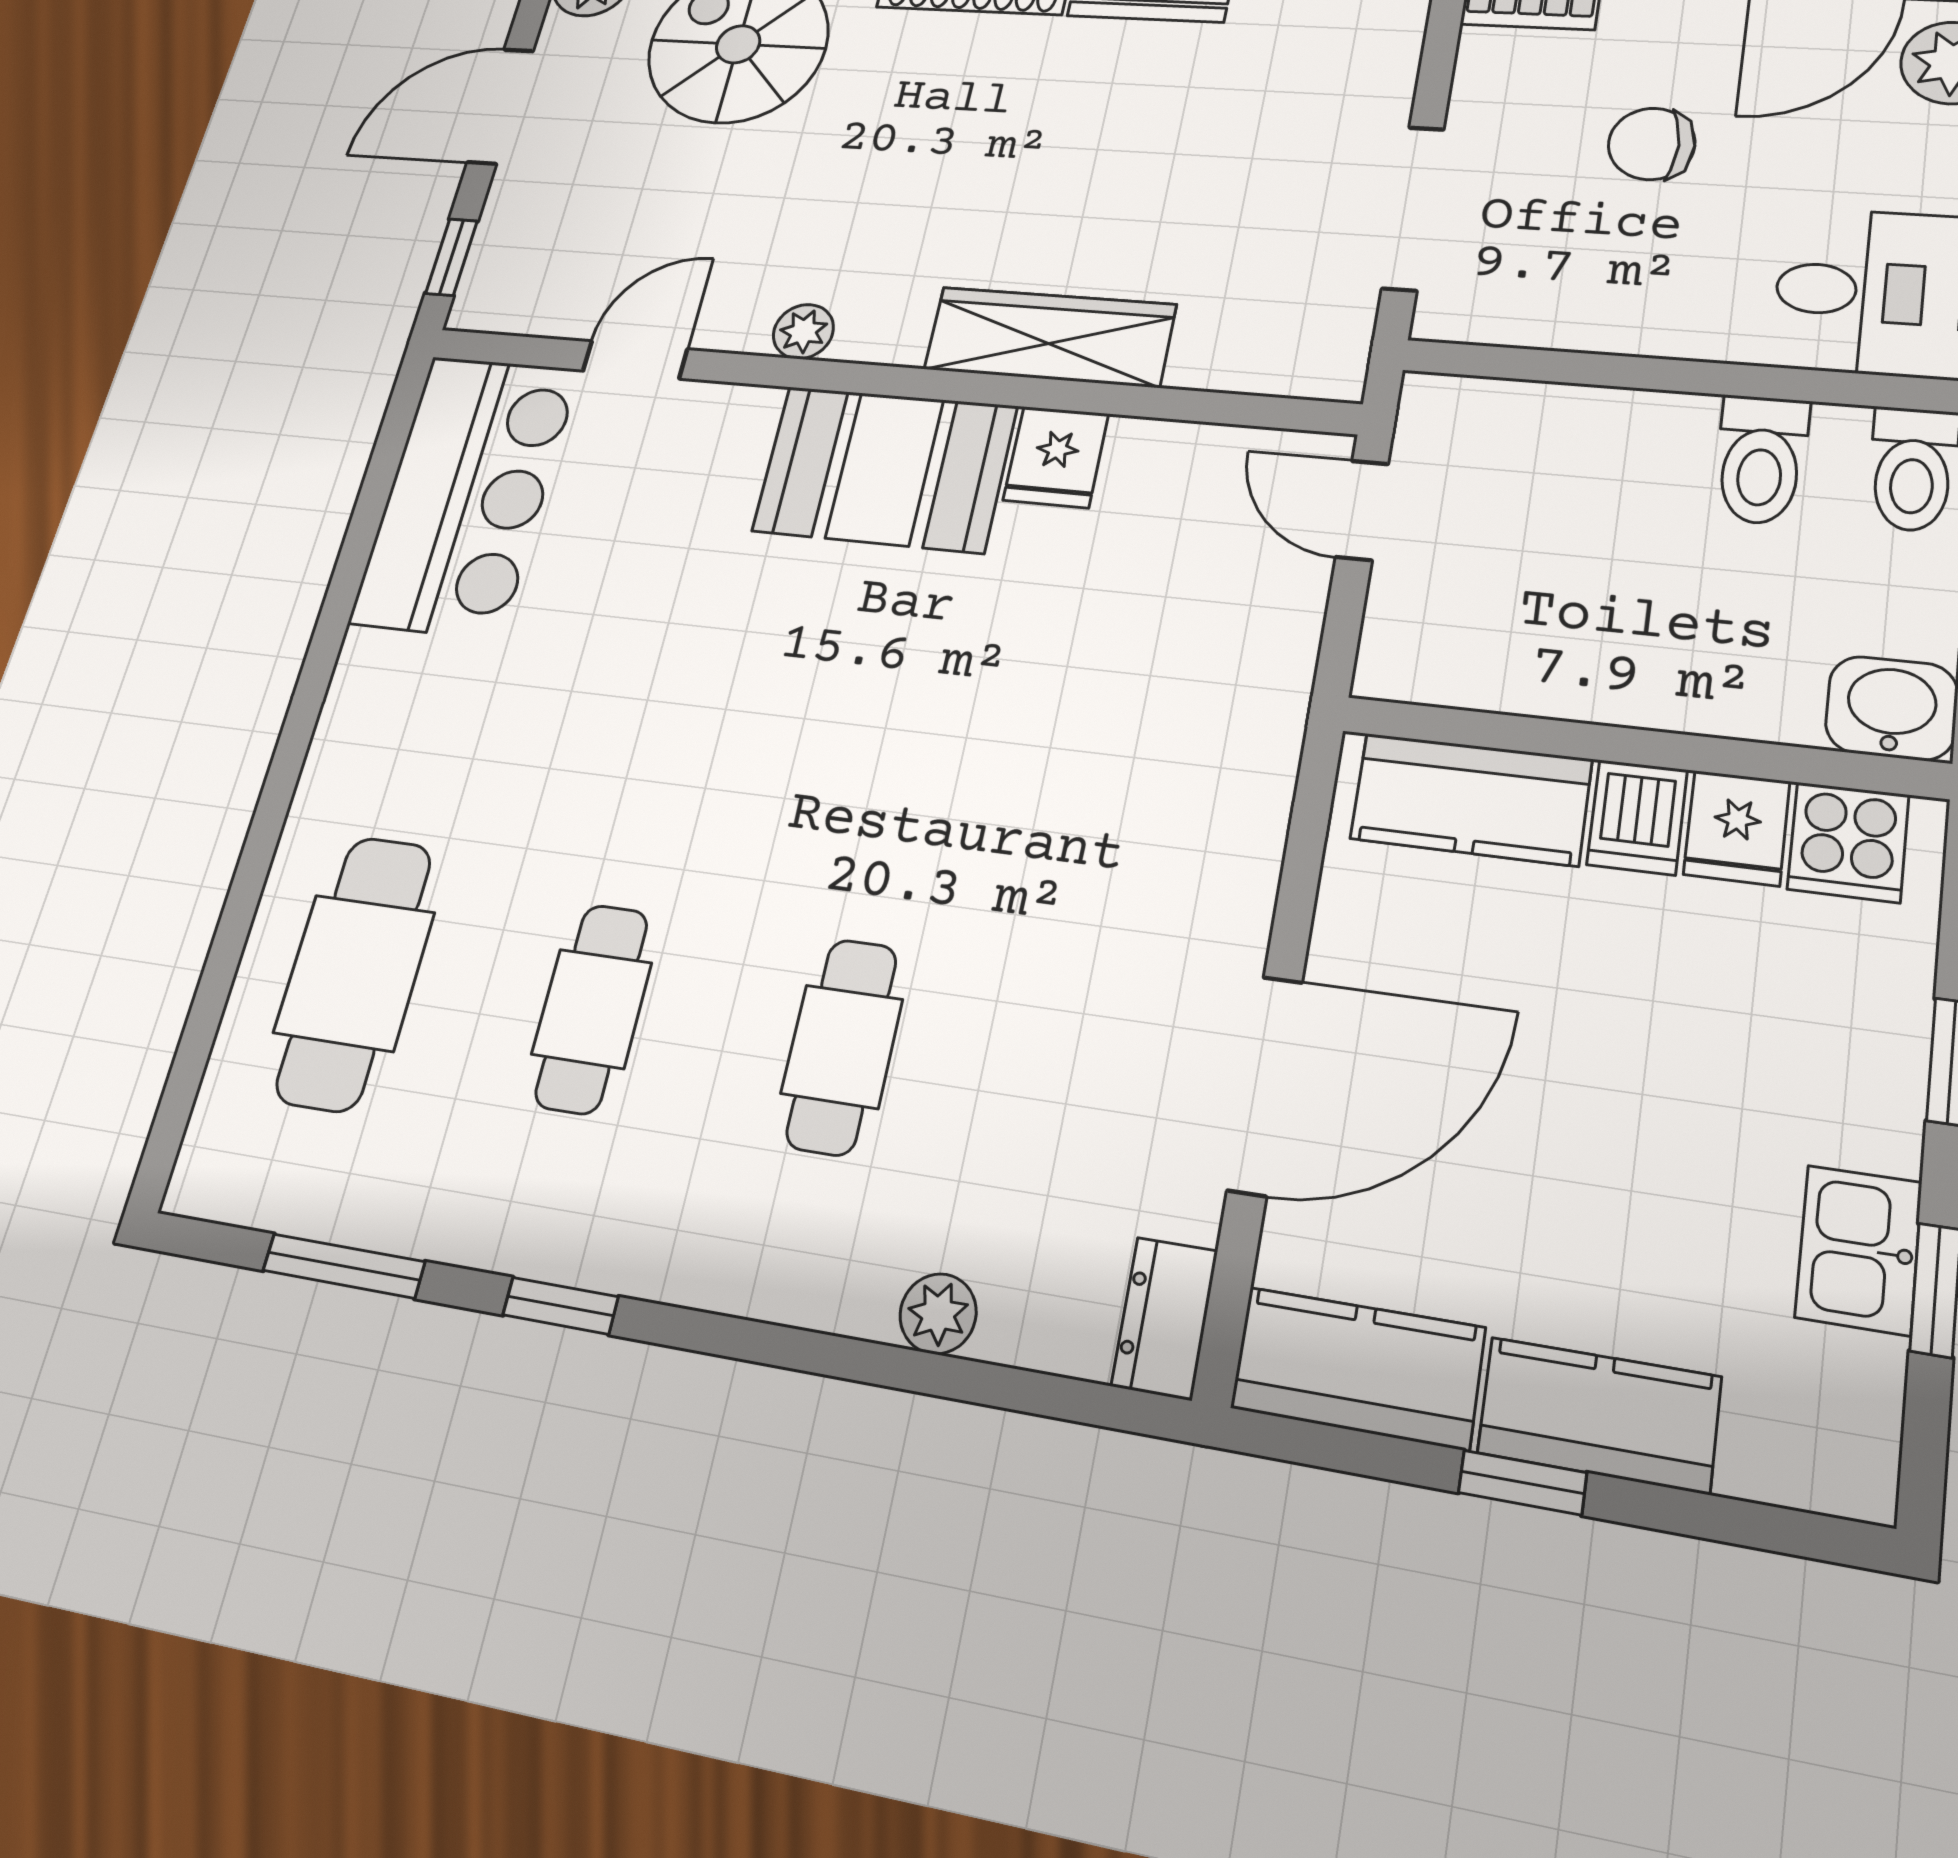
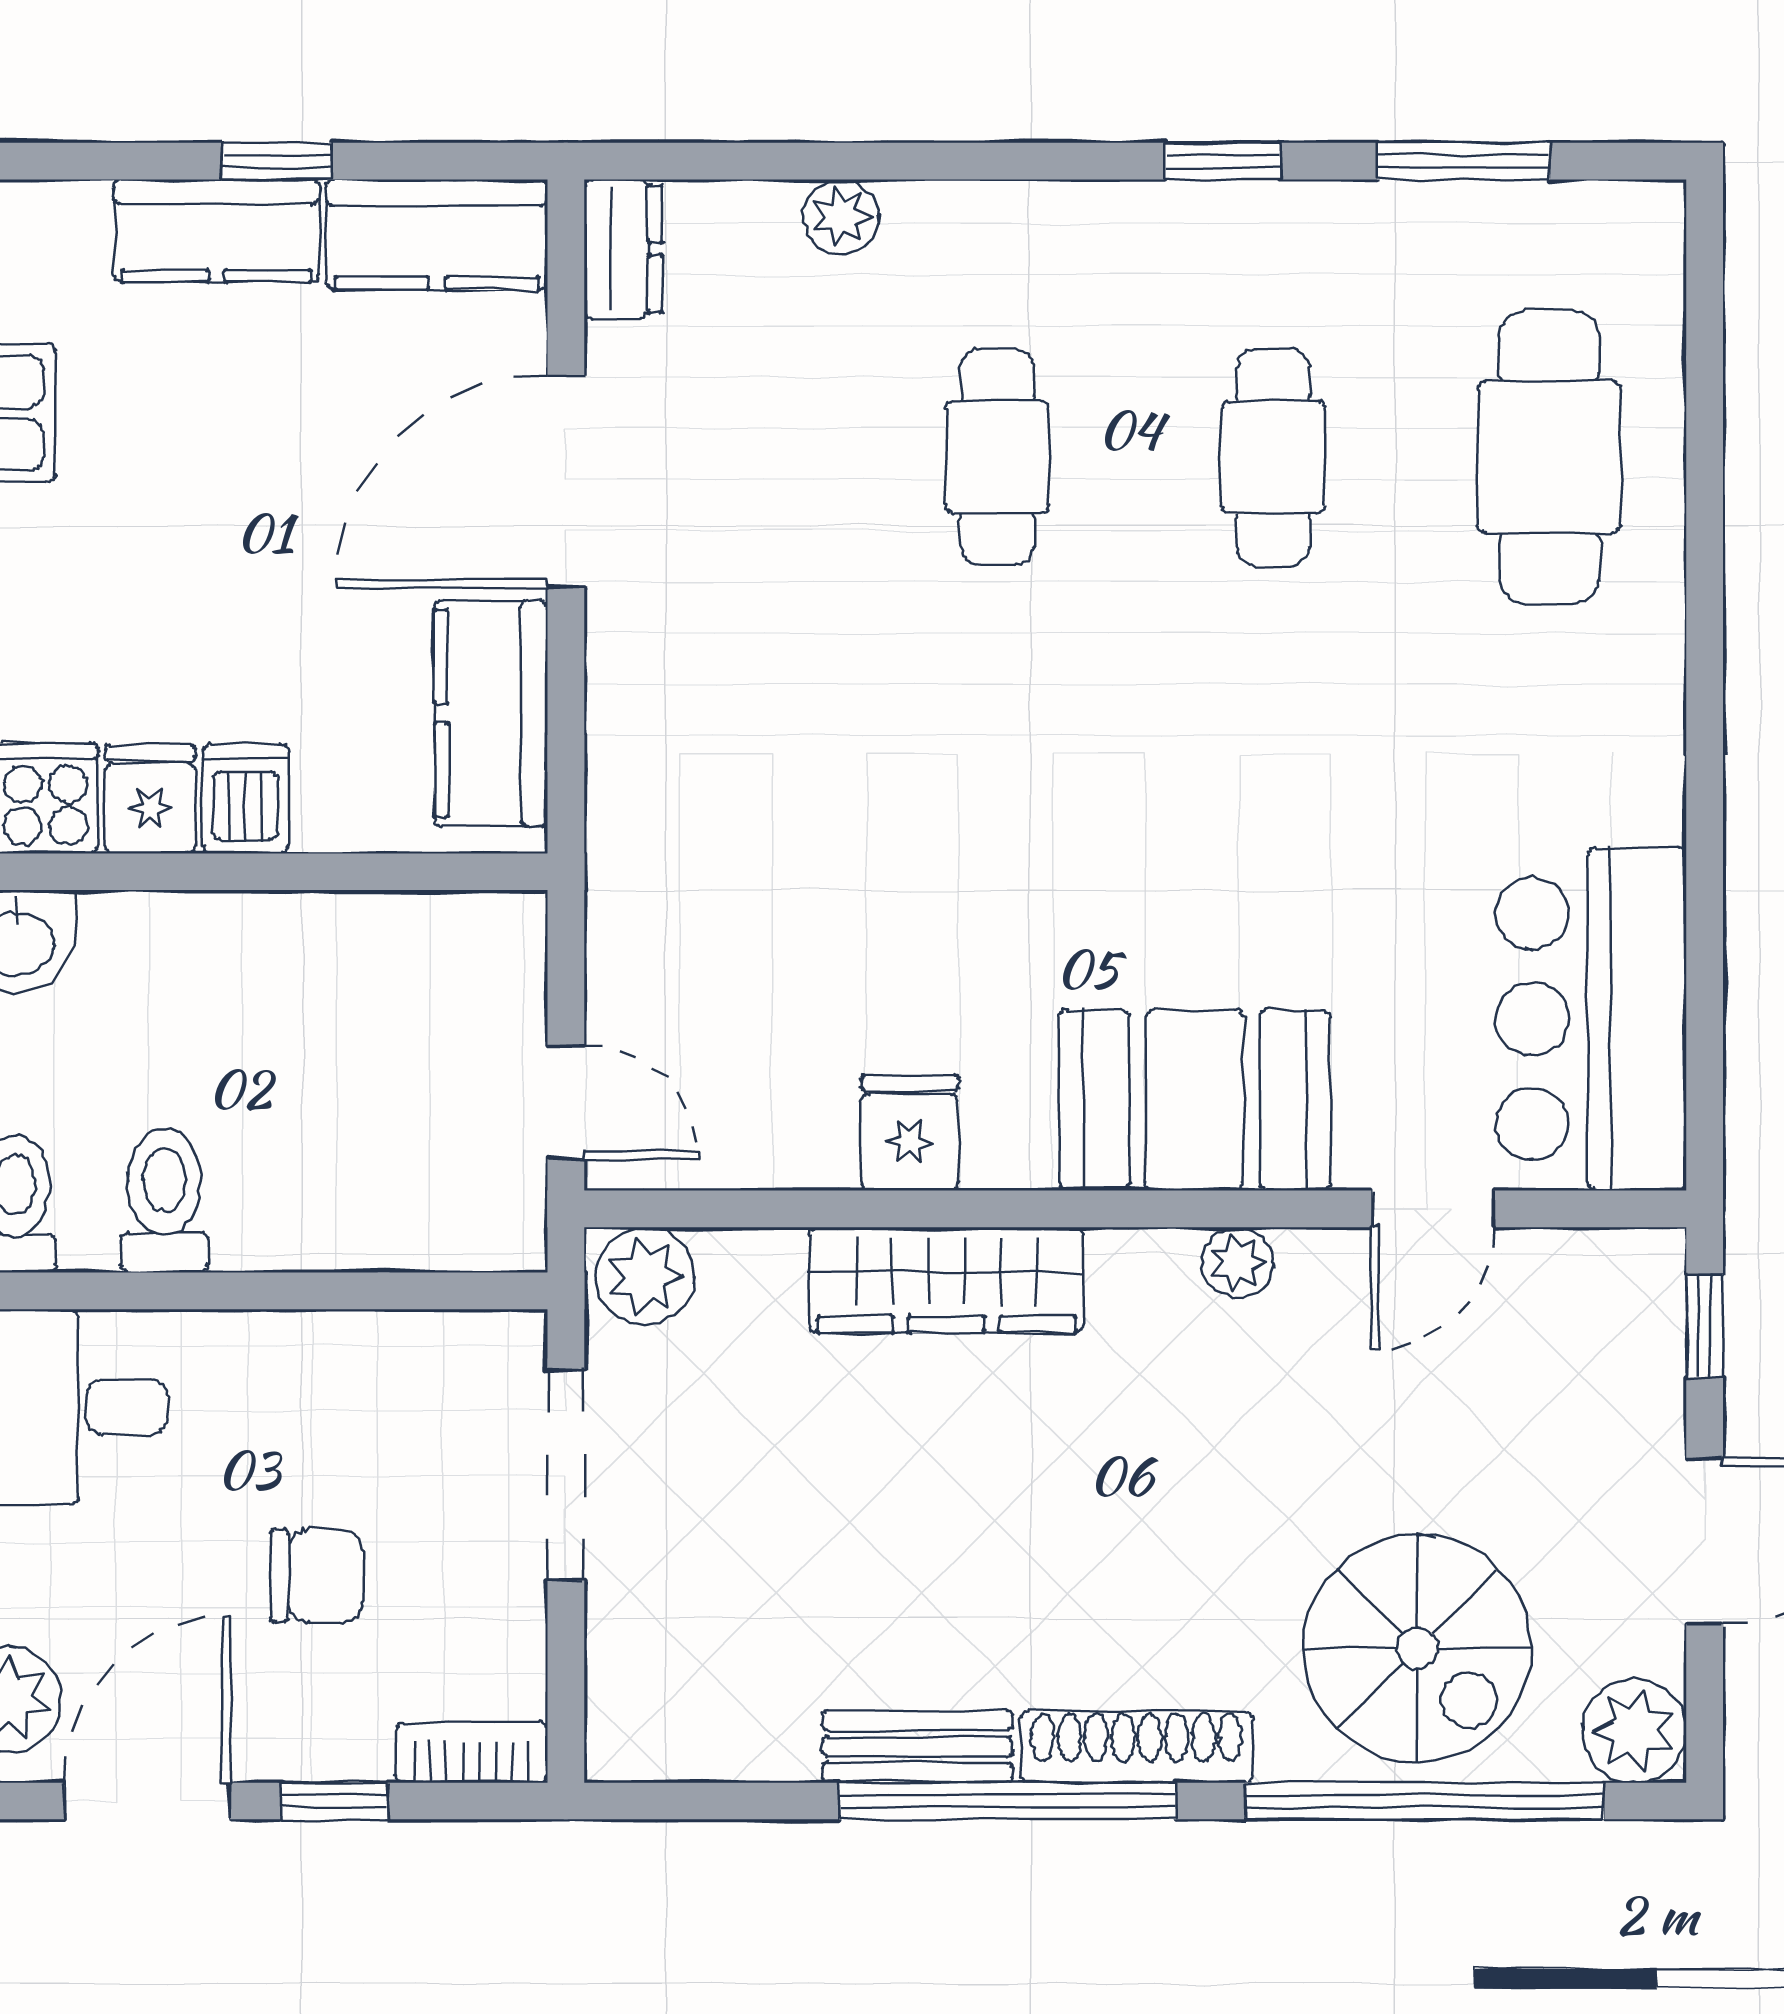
plant: (1314, 360) -> (645, 1276), added
booth: (885, 469) -> (1194, 1100), moved
kitchen counter: (1471, 799) -> (491, 713), moved, turned -90

